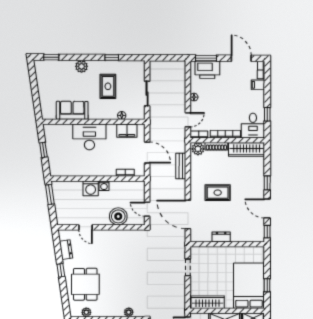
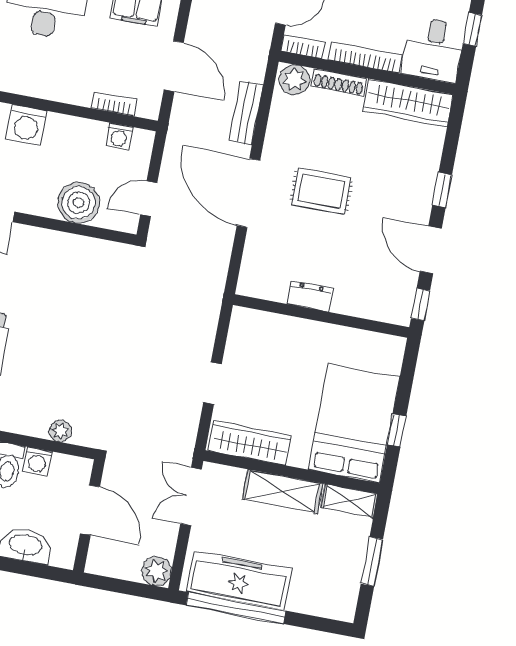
washing machine: (104, 186) -> (119, 136), moved
door: (147, 209) -> (149, 199), hinge flipped
door: (188, 214) -> (248, 193), moved
doorway: (188, 267) -> (212, 383), moved

